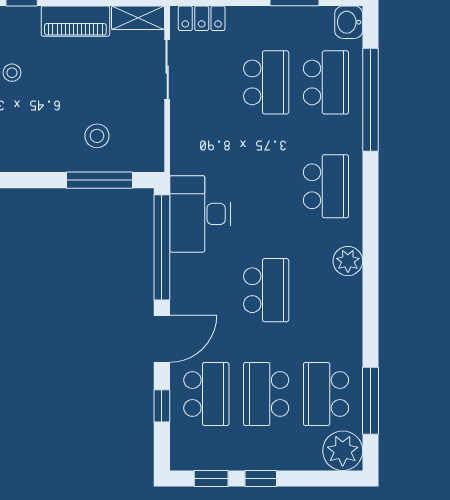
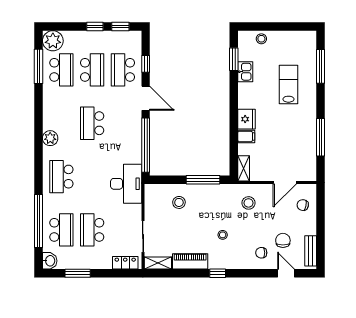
school desk: (326, 82) -> (61, 230), turned 180
window: (100, 180) -> (203, 180), moved
desk: (200, 214) -> (126, 184), moved
door: (162, 339) -> (146, 98), swing flipped

